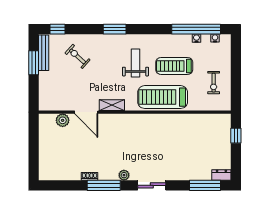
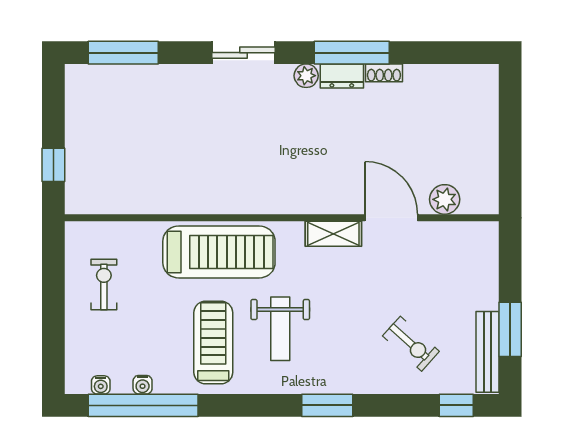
treadmill: (174, 66) -> (213, 342), moved, turned -90
dresser: (221, 175) -> (342, 76), moved

